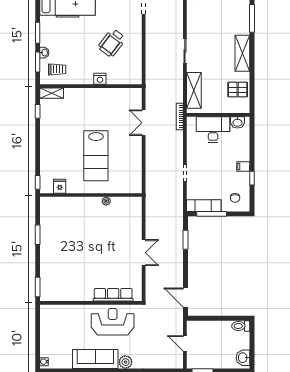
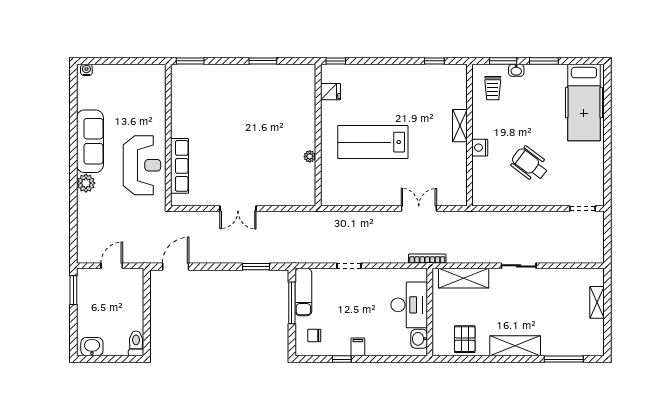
shelving: (52, 93) -> (460, 126), moved

